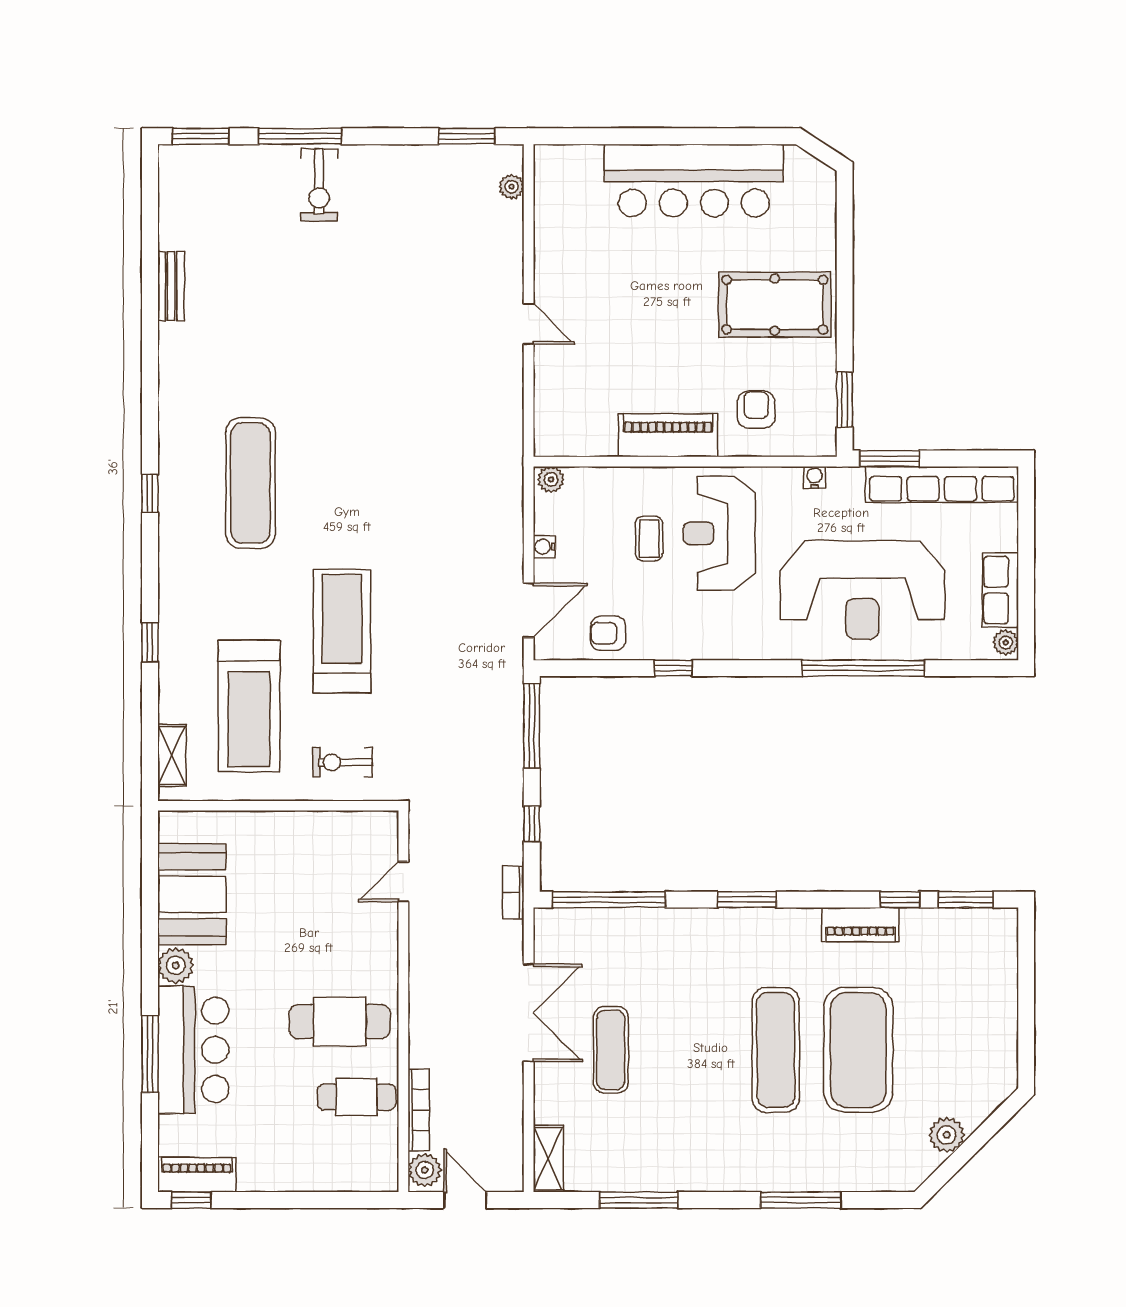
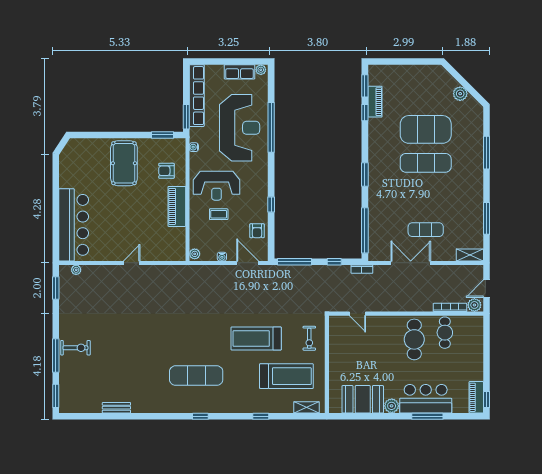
bar counter: (694, 180) -> (74, 225), moved
piano: (860, 925) -> (375, 102), moved

